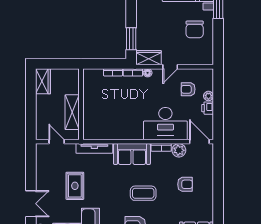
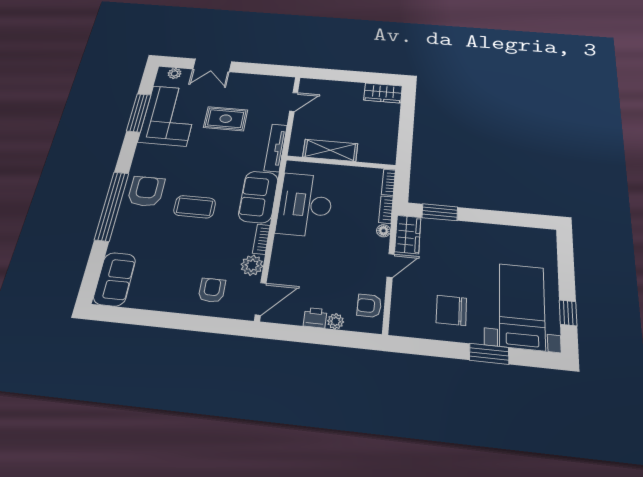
door: (170, 67) -> (391, 265), swing flipped
armchair: (188, 89) -> (369, 306), moved, turned -90
wall: (81, 104) -> (341, 163), moved
shelving: (72, 112) -> (330, 150), moved
desk: (165, 124) -> (305, 205), moved
armchair: (185, 184) -> (212, 290), moved, turned 180
coffee table: (143, 193) -> (195, 207), turned 90

